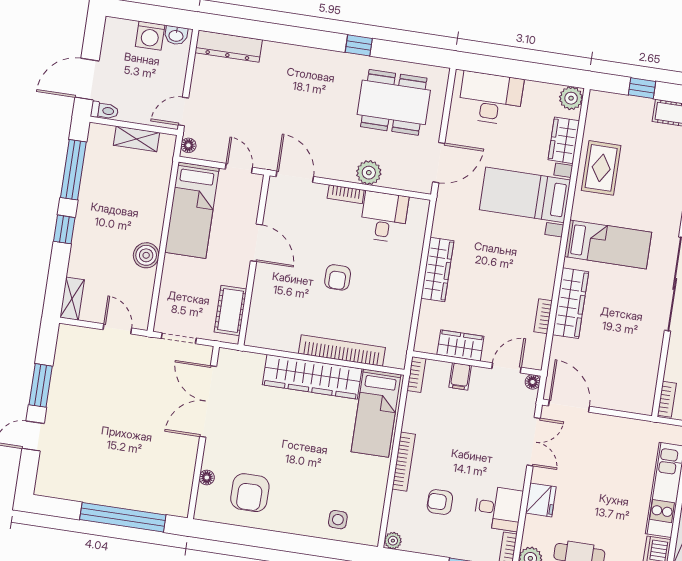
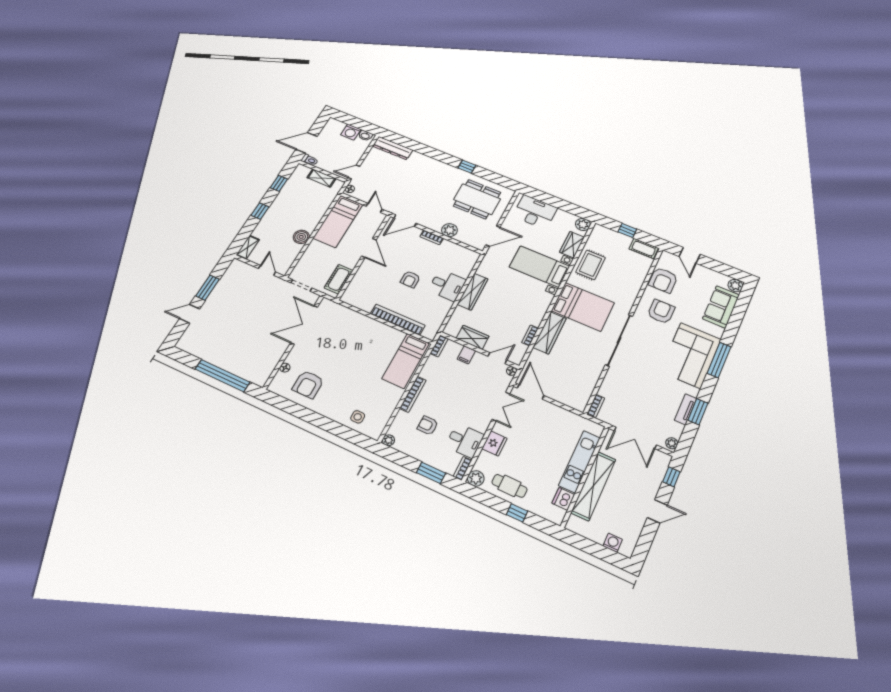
window: (73, 170) -> (279, 183), width x0.46
door: (295, 177) -> (405, 221), swing flipped
desk: (384, 217) -> (447, 285), moved, turned 90
bed: (608, 244) -> (583, 307), width x1.50
wardrobe: (312, 377) -> (374, 329), removed

